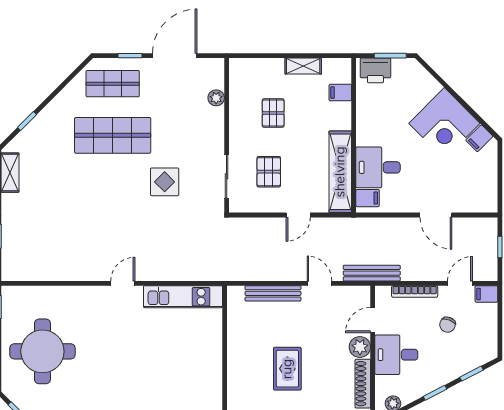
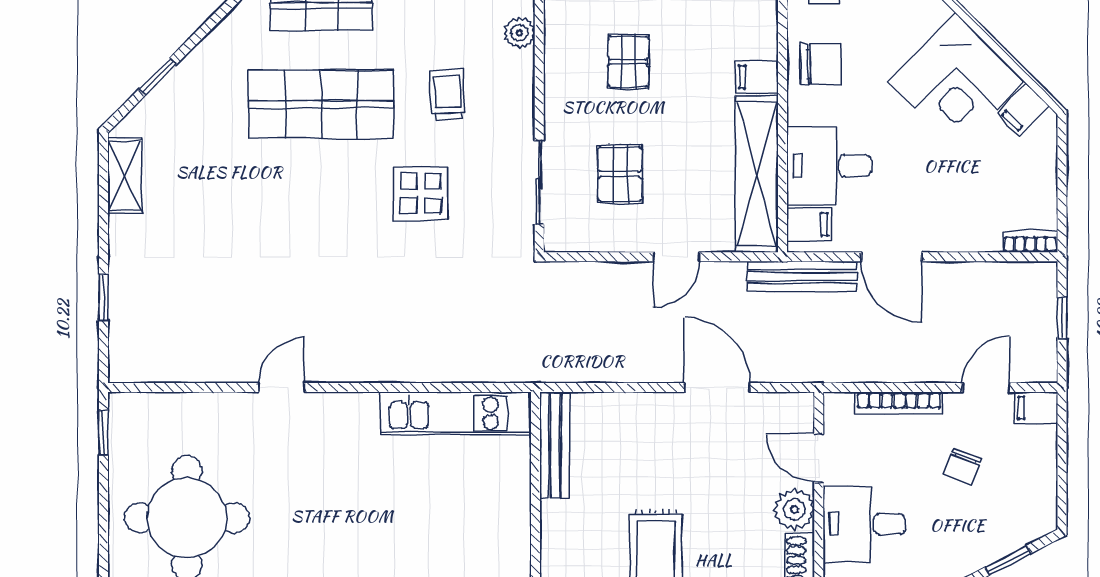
filing cabinet: (340, 93) -> (757, 77), moved
chair: (374, 114) -> (821, 64), added
trolley: (179, 130) -> (448, 95), added
bookcase: (483, 207) -> (1030, 242), added
door: (436, 215) -> (892, 257), moved
bench: (372, 273) -> (802, 276), moved
door: (123, 283) -> (281, 388), moved
door: (320, 283) -> (717, 388), width x1.38
bench: (273, 293) -> (555, 445), moved, turned 90
door: (373, 320) -> (819, 458), hinge flipped

